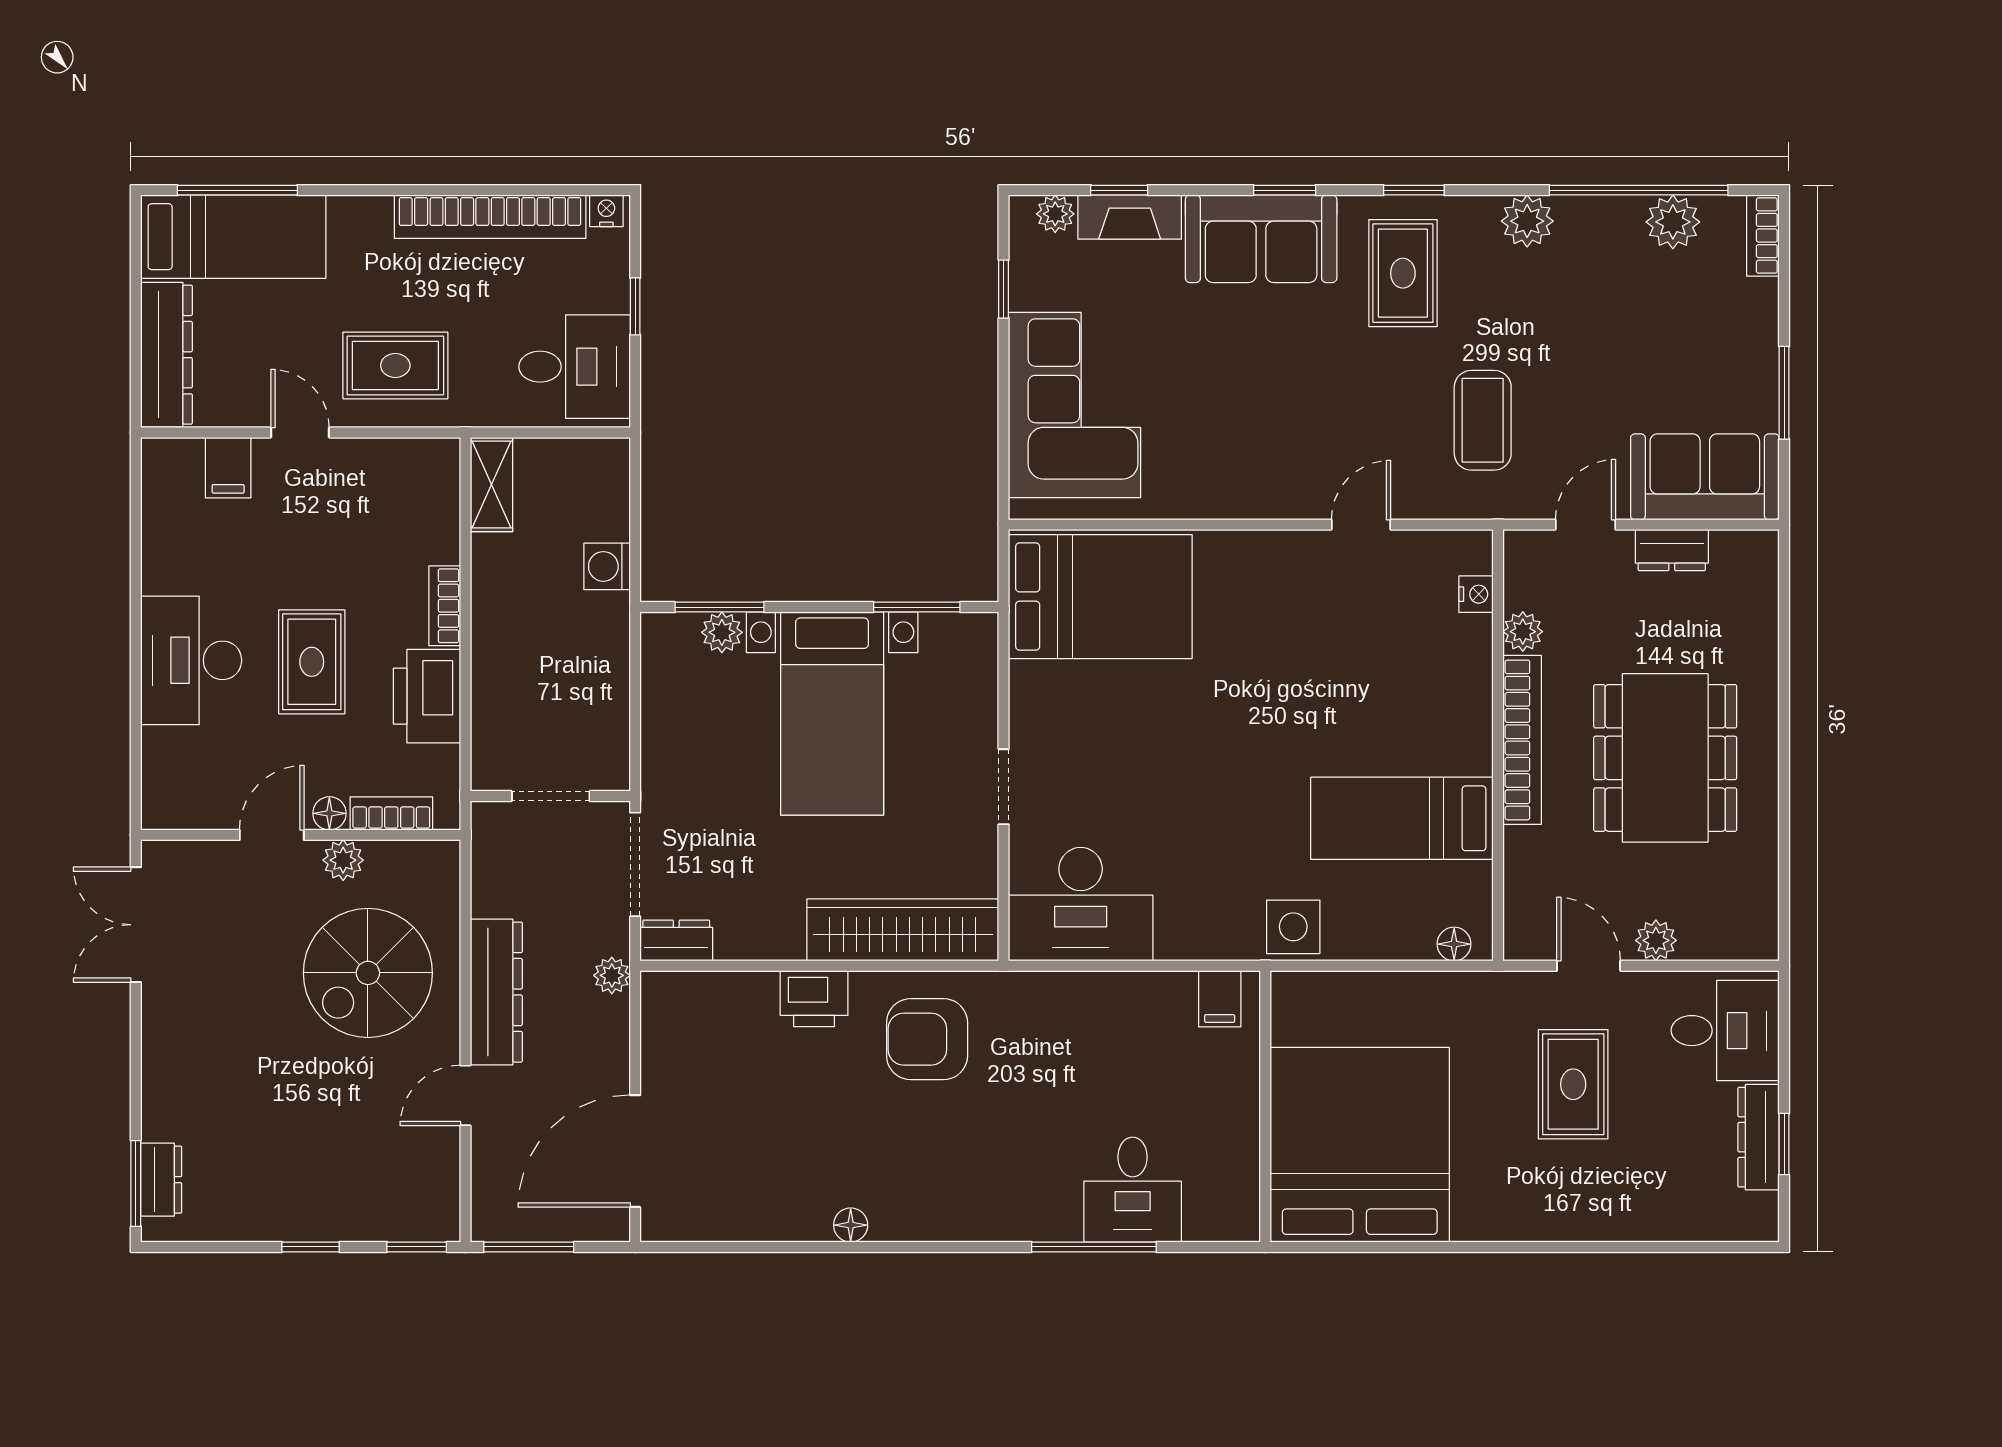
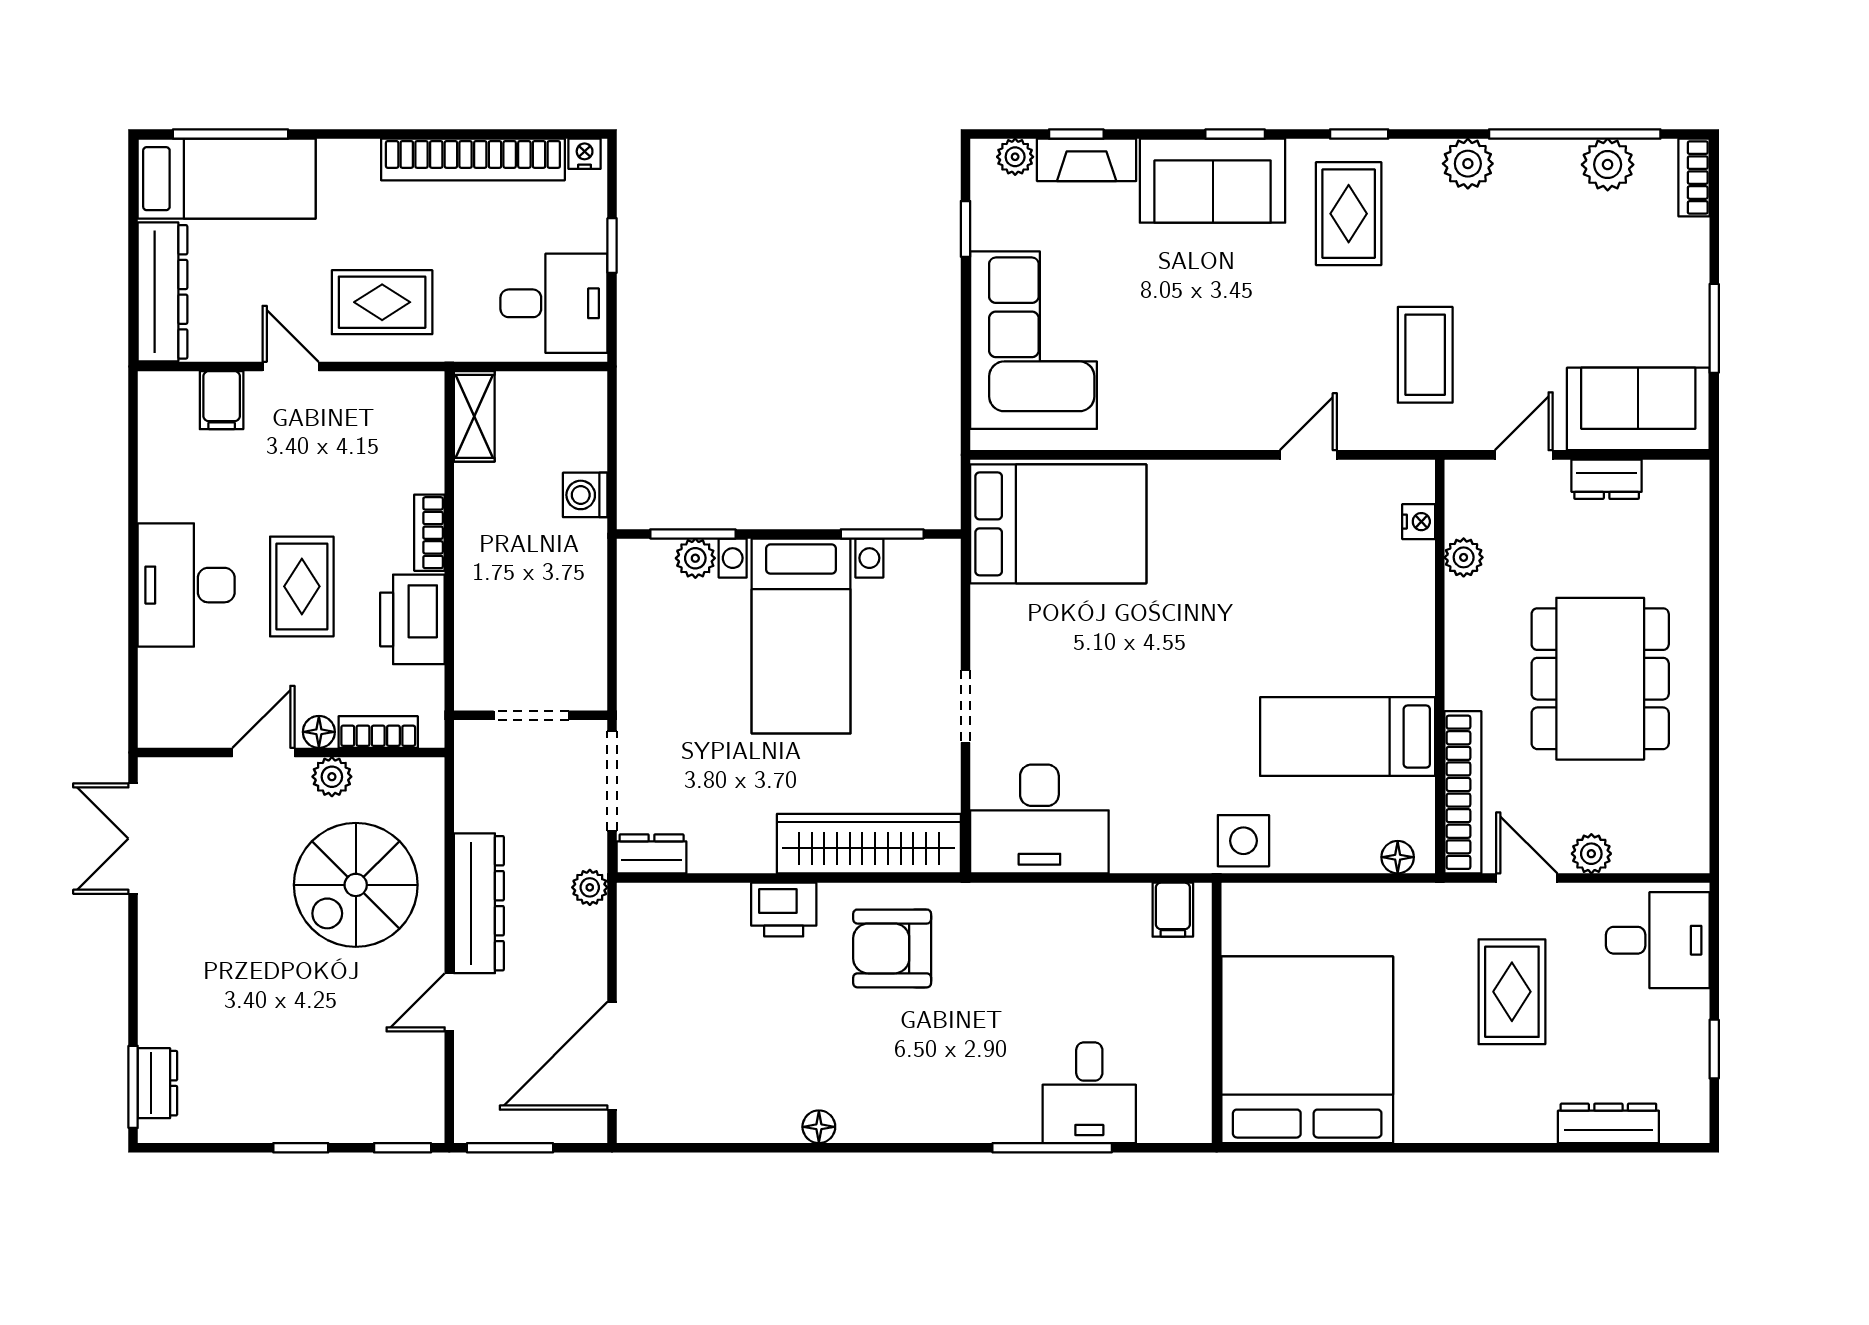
bookcase: (1522, 740) -> (1463, 792), moved
dresser: (1759, 1137) -> (1608, 1123), moved, turned 90

